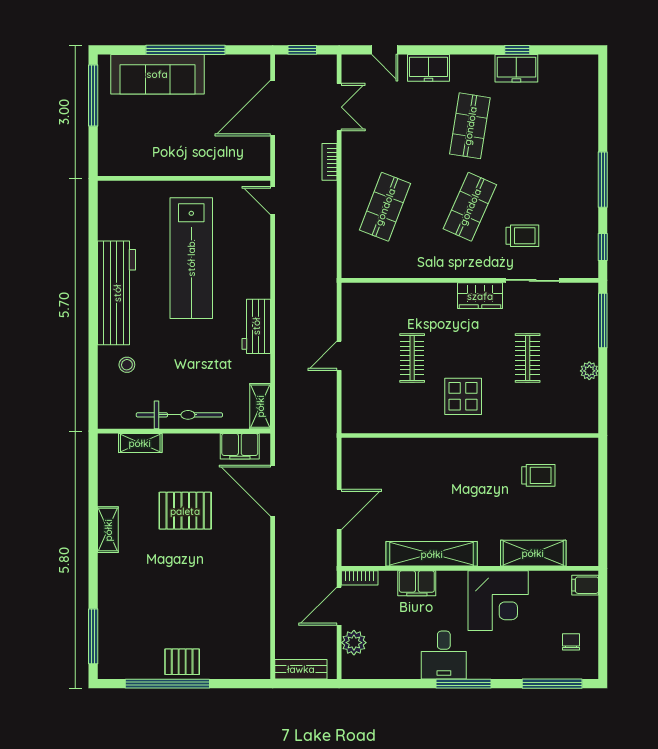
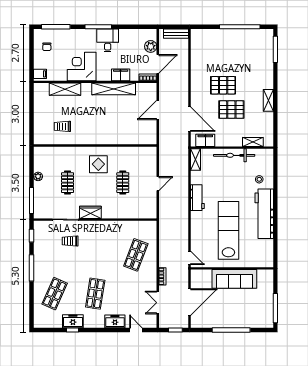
sofa: (157, 74) -> (234, 279), moved, turned 180
shop shelf: (470, 207) -> (55, 294), moved
pallet: (182, 662) -> (223, 85), moved, width x1.50, depth x1.42

